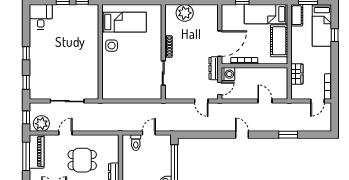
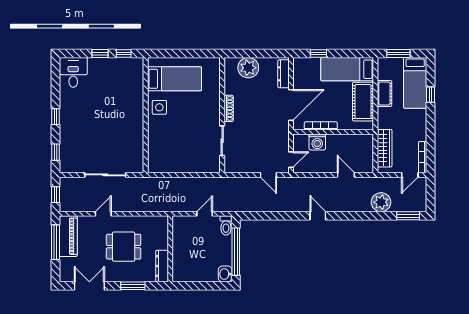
cot: (297, 15) -> (384, 94), moved
dresser: (214, 68) -> (283, 74), moved
washing machine: (228, 74) -> (317, 142), moved, turned 90
wardrobe: (297, 74) -> (385, 148), width x1.50
plant: (41, 124) -> (381, 202), moved
window: (288, 135) -> (408, 216), moved
toilet: (136, 143) -> (226, 225), moved

